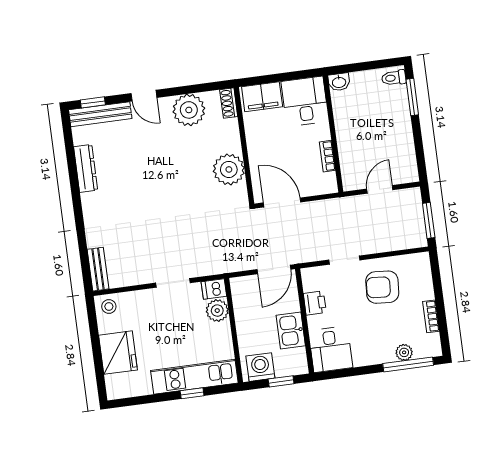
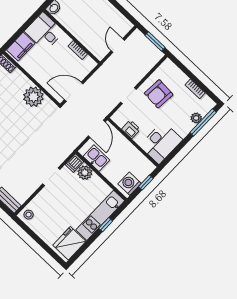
kitchen sink: (291, 330) -> (96, 158), moved, turned 180
desk: (331, 349) -> (161, 143), width x1.37
fridge: (118, 353) -> (69, 243), moved, turned -90

